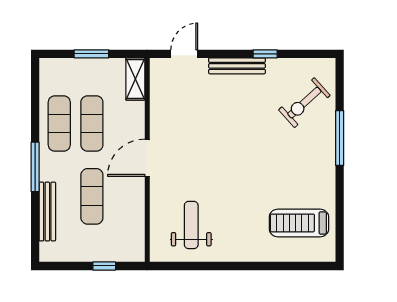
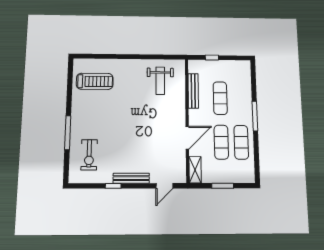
exercise bike: (304, 103) -> (89, 155), turned 132
door: (147, 158) -> (187, 138), moved
bench: (47, 212) -> (193, 91), moved

